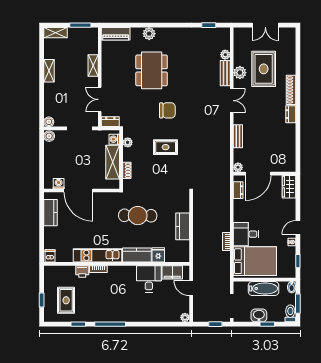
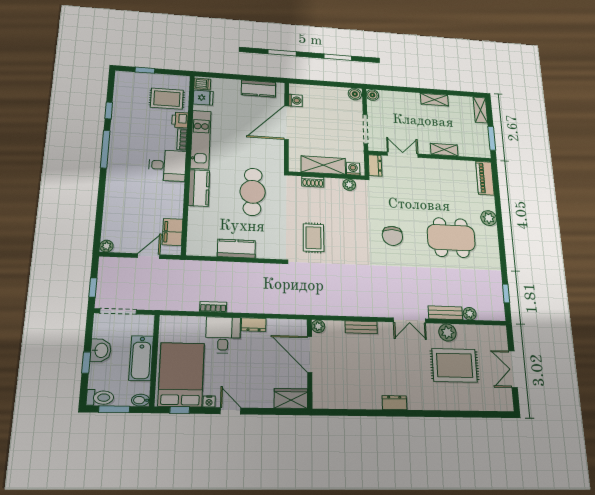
dining table: (152, 70) -> (451, 238), moved
shoe rack: (291, 90) -> (428, 404), removed
rug: (166, 147) -> (313, 238), moved
dresser: (238, 190) -> (254, 325), moved
fridge: (158, 255) -> (203, 98), moved
bed: (255, 261) -> (181, 375), moved, turned 180
desk: (149, 279) -> (167, 165), moved
rug: (66, 300) -> (167, 99), moved

